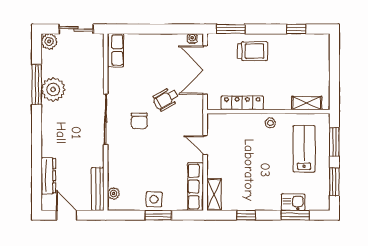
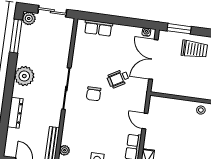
row of seats: (115, 50) -> (98, 28), moved, turned 90
window: (37, 85) -> (16, 36), moved
plant: (53, 89) -> (24, 76), moved
locker: (242, 103) -> (180, 90), removed
dresser: (48, 176) -> (15, 113), moved

